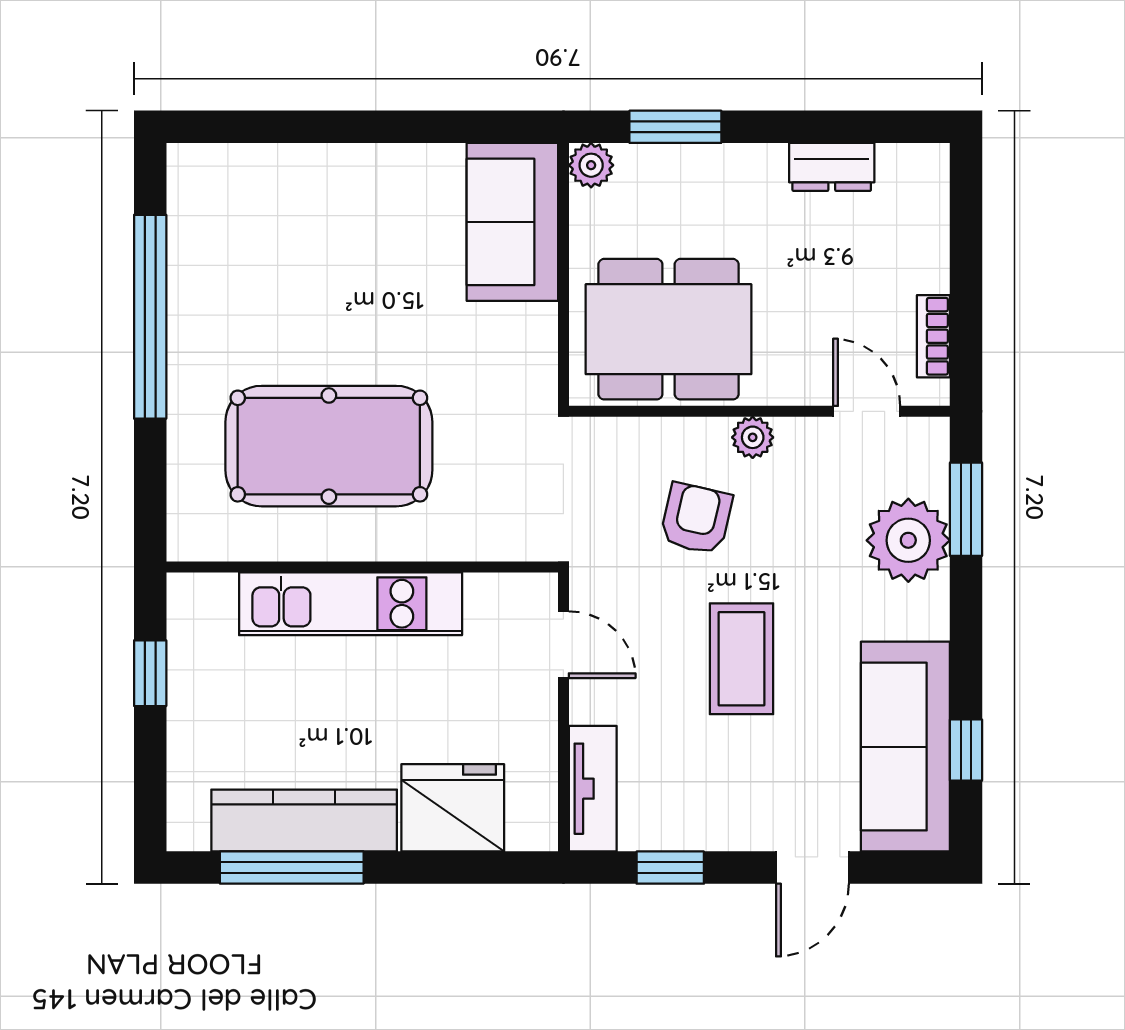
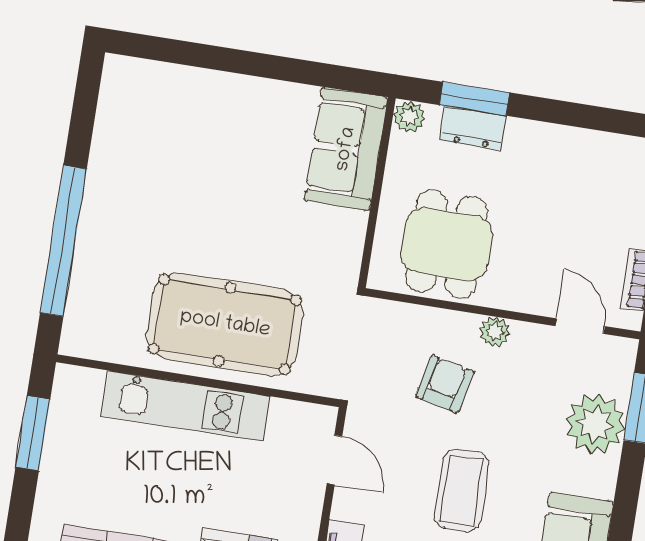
dresser: (832, 167) -> (473, 128), moved
window: (150, 317) -> (63, 241), moved
dining table: (669, 329) -> (446, 244), width x0.73
pool table: (329, 446) -> (225, 324), moved
window: (150, 673) -> (33, 433), width x1.50

